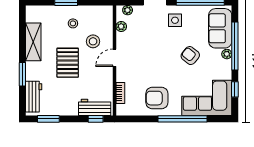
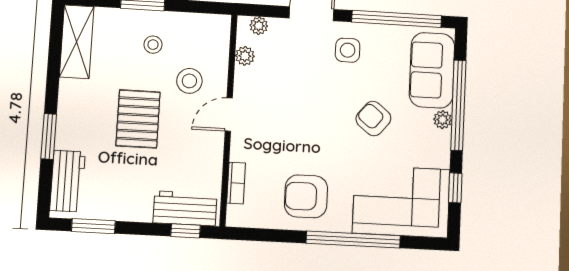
shelving: (33, 42) -> (77, 42), moved

